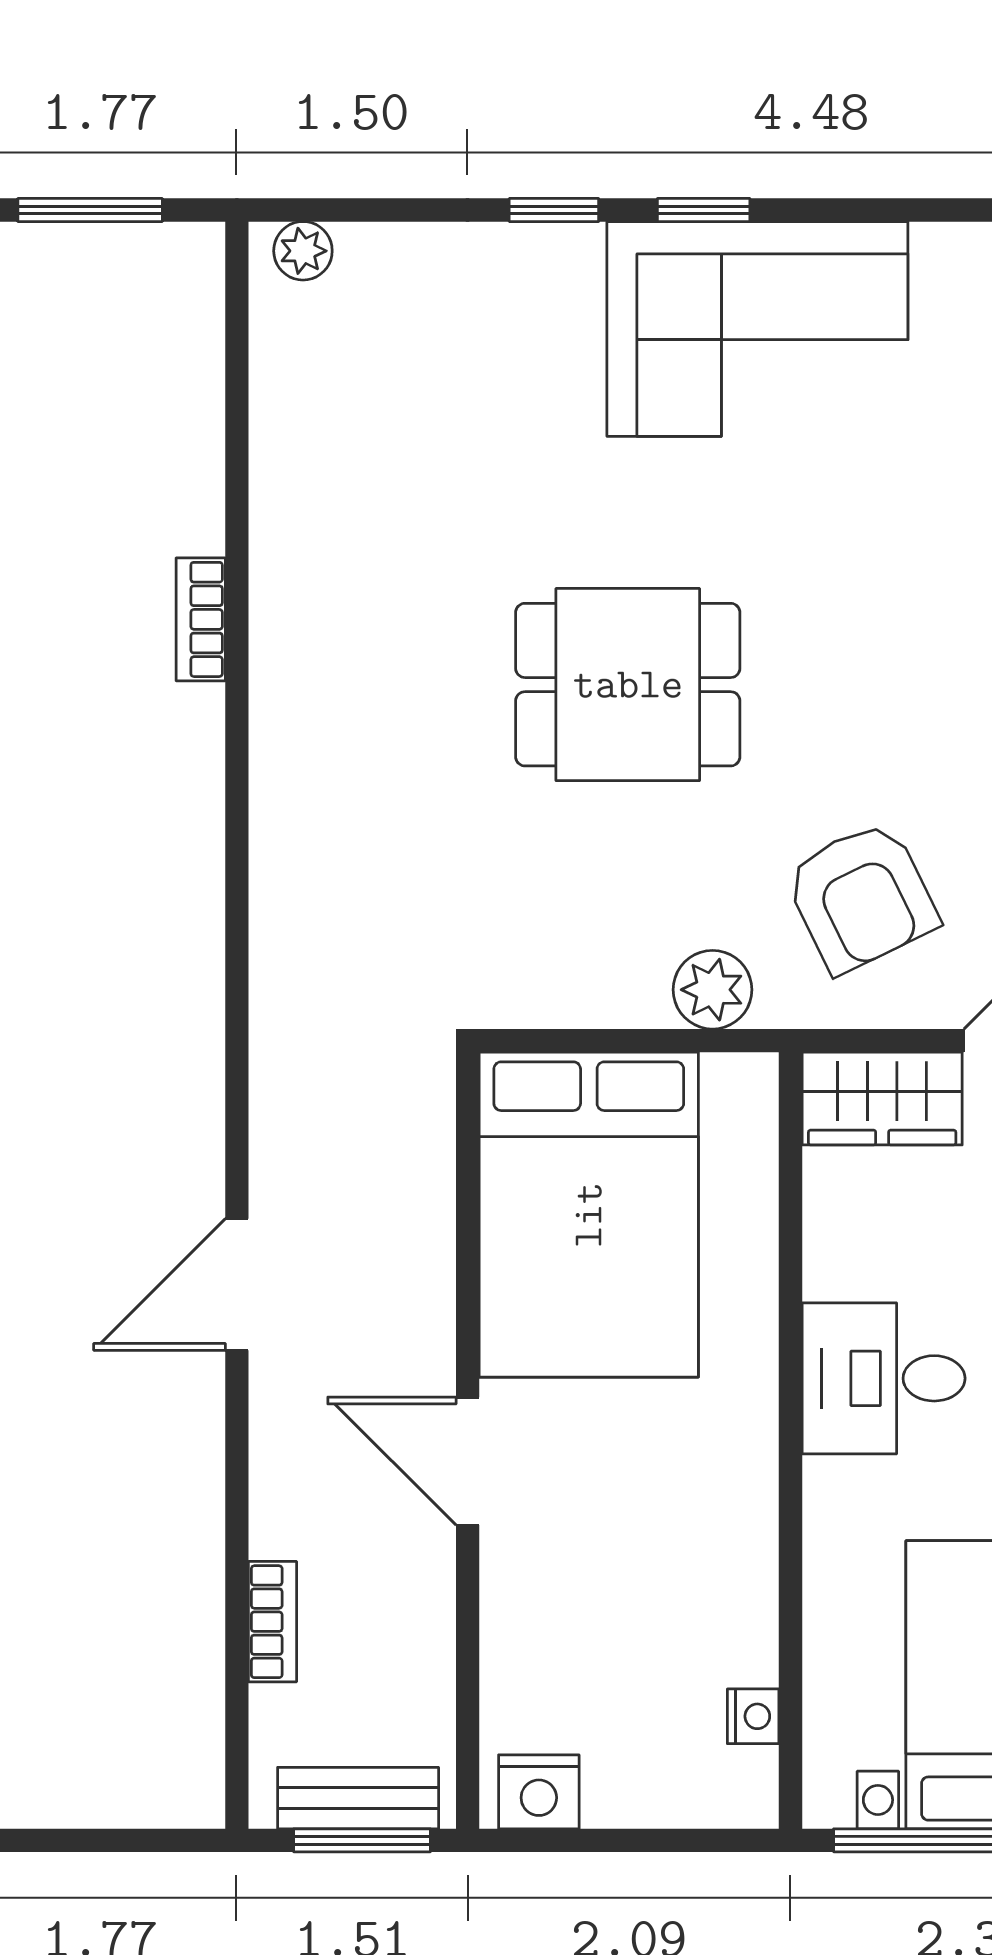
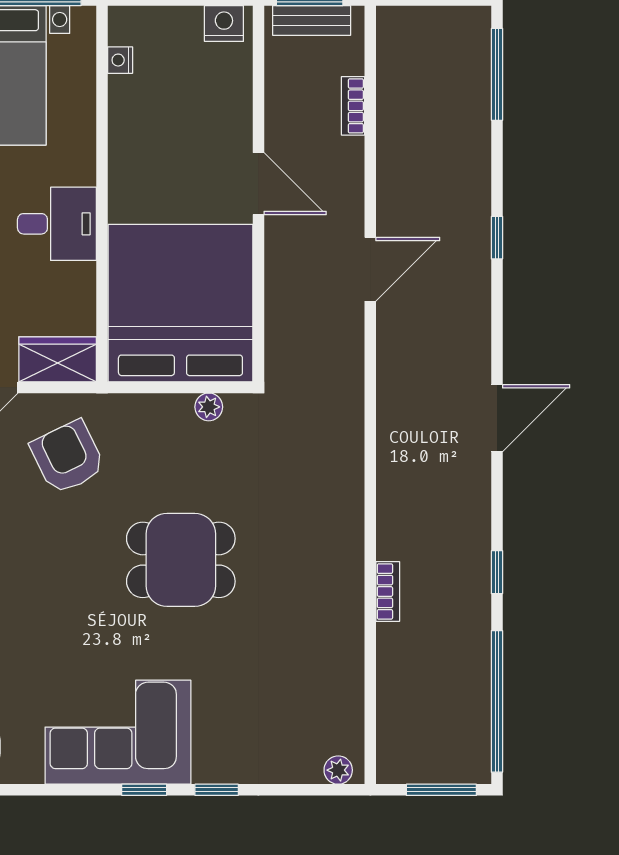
plant: (713, 990) -> (209, 407), moved, width x0.73, depth x0.73
bed: (589, 1215) -> (180, 303), width x1.36

